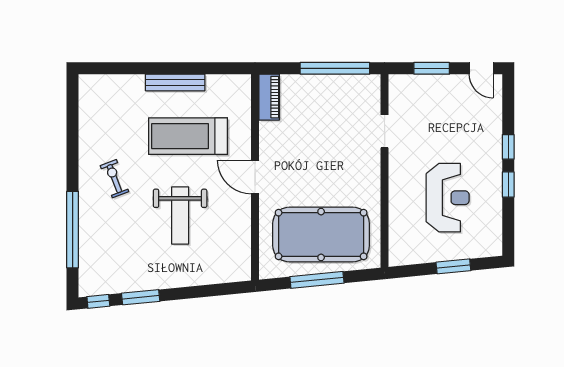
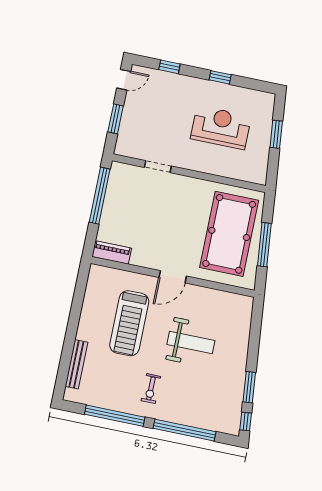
bench: (175, 82) -> (76, 364), moved
window: (73, 142) -> (115, 416), added
window: (508, 147) -> (169, 67), moved
exercise bike: (114, 179) -> (151, 389), turned -69

